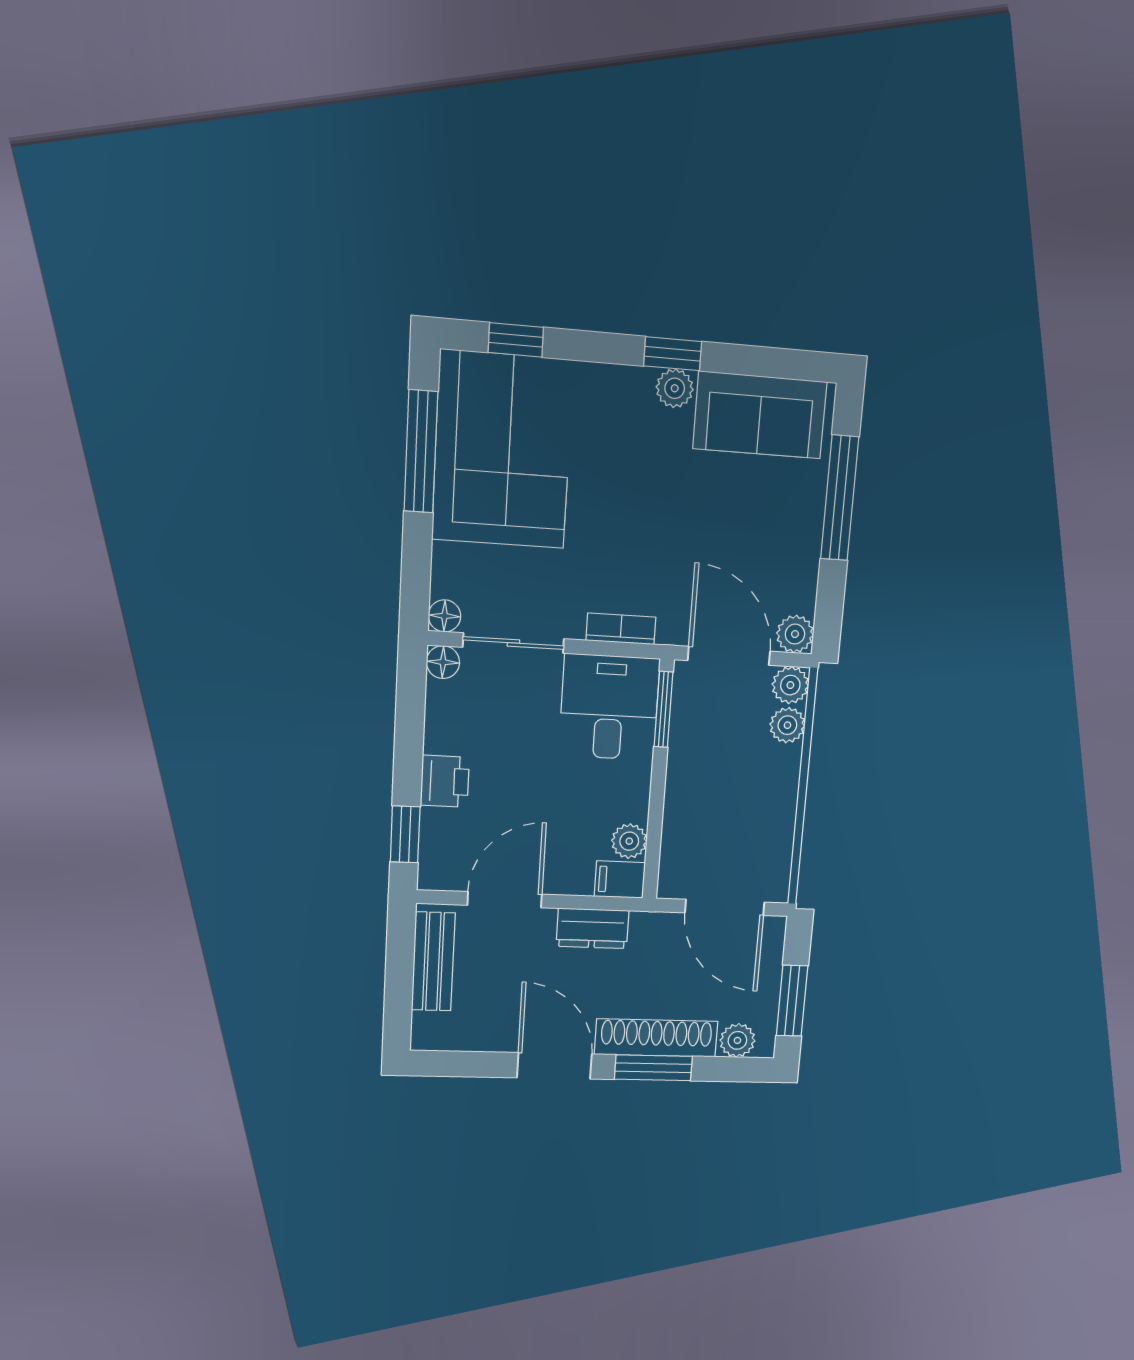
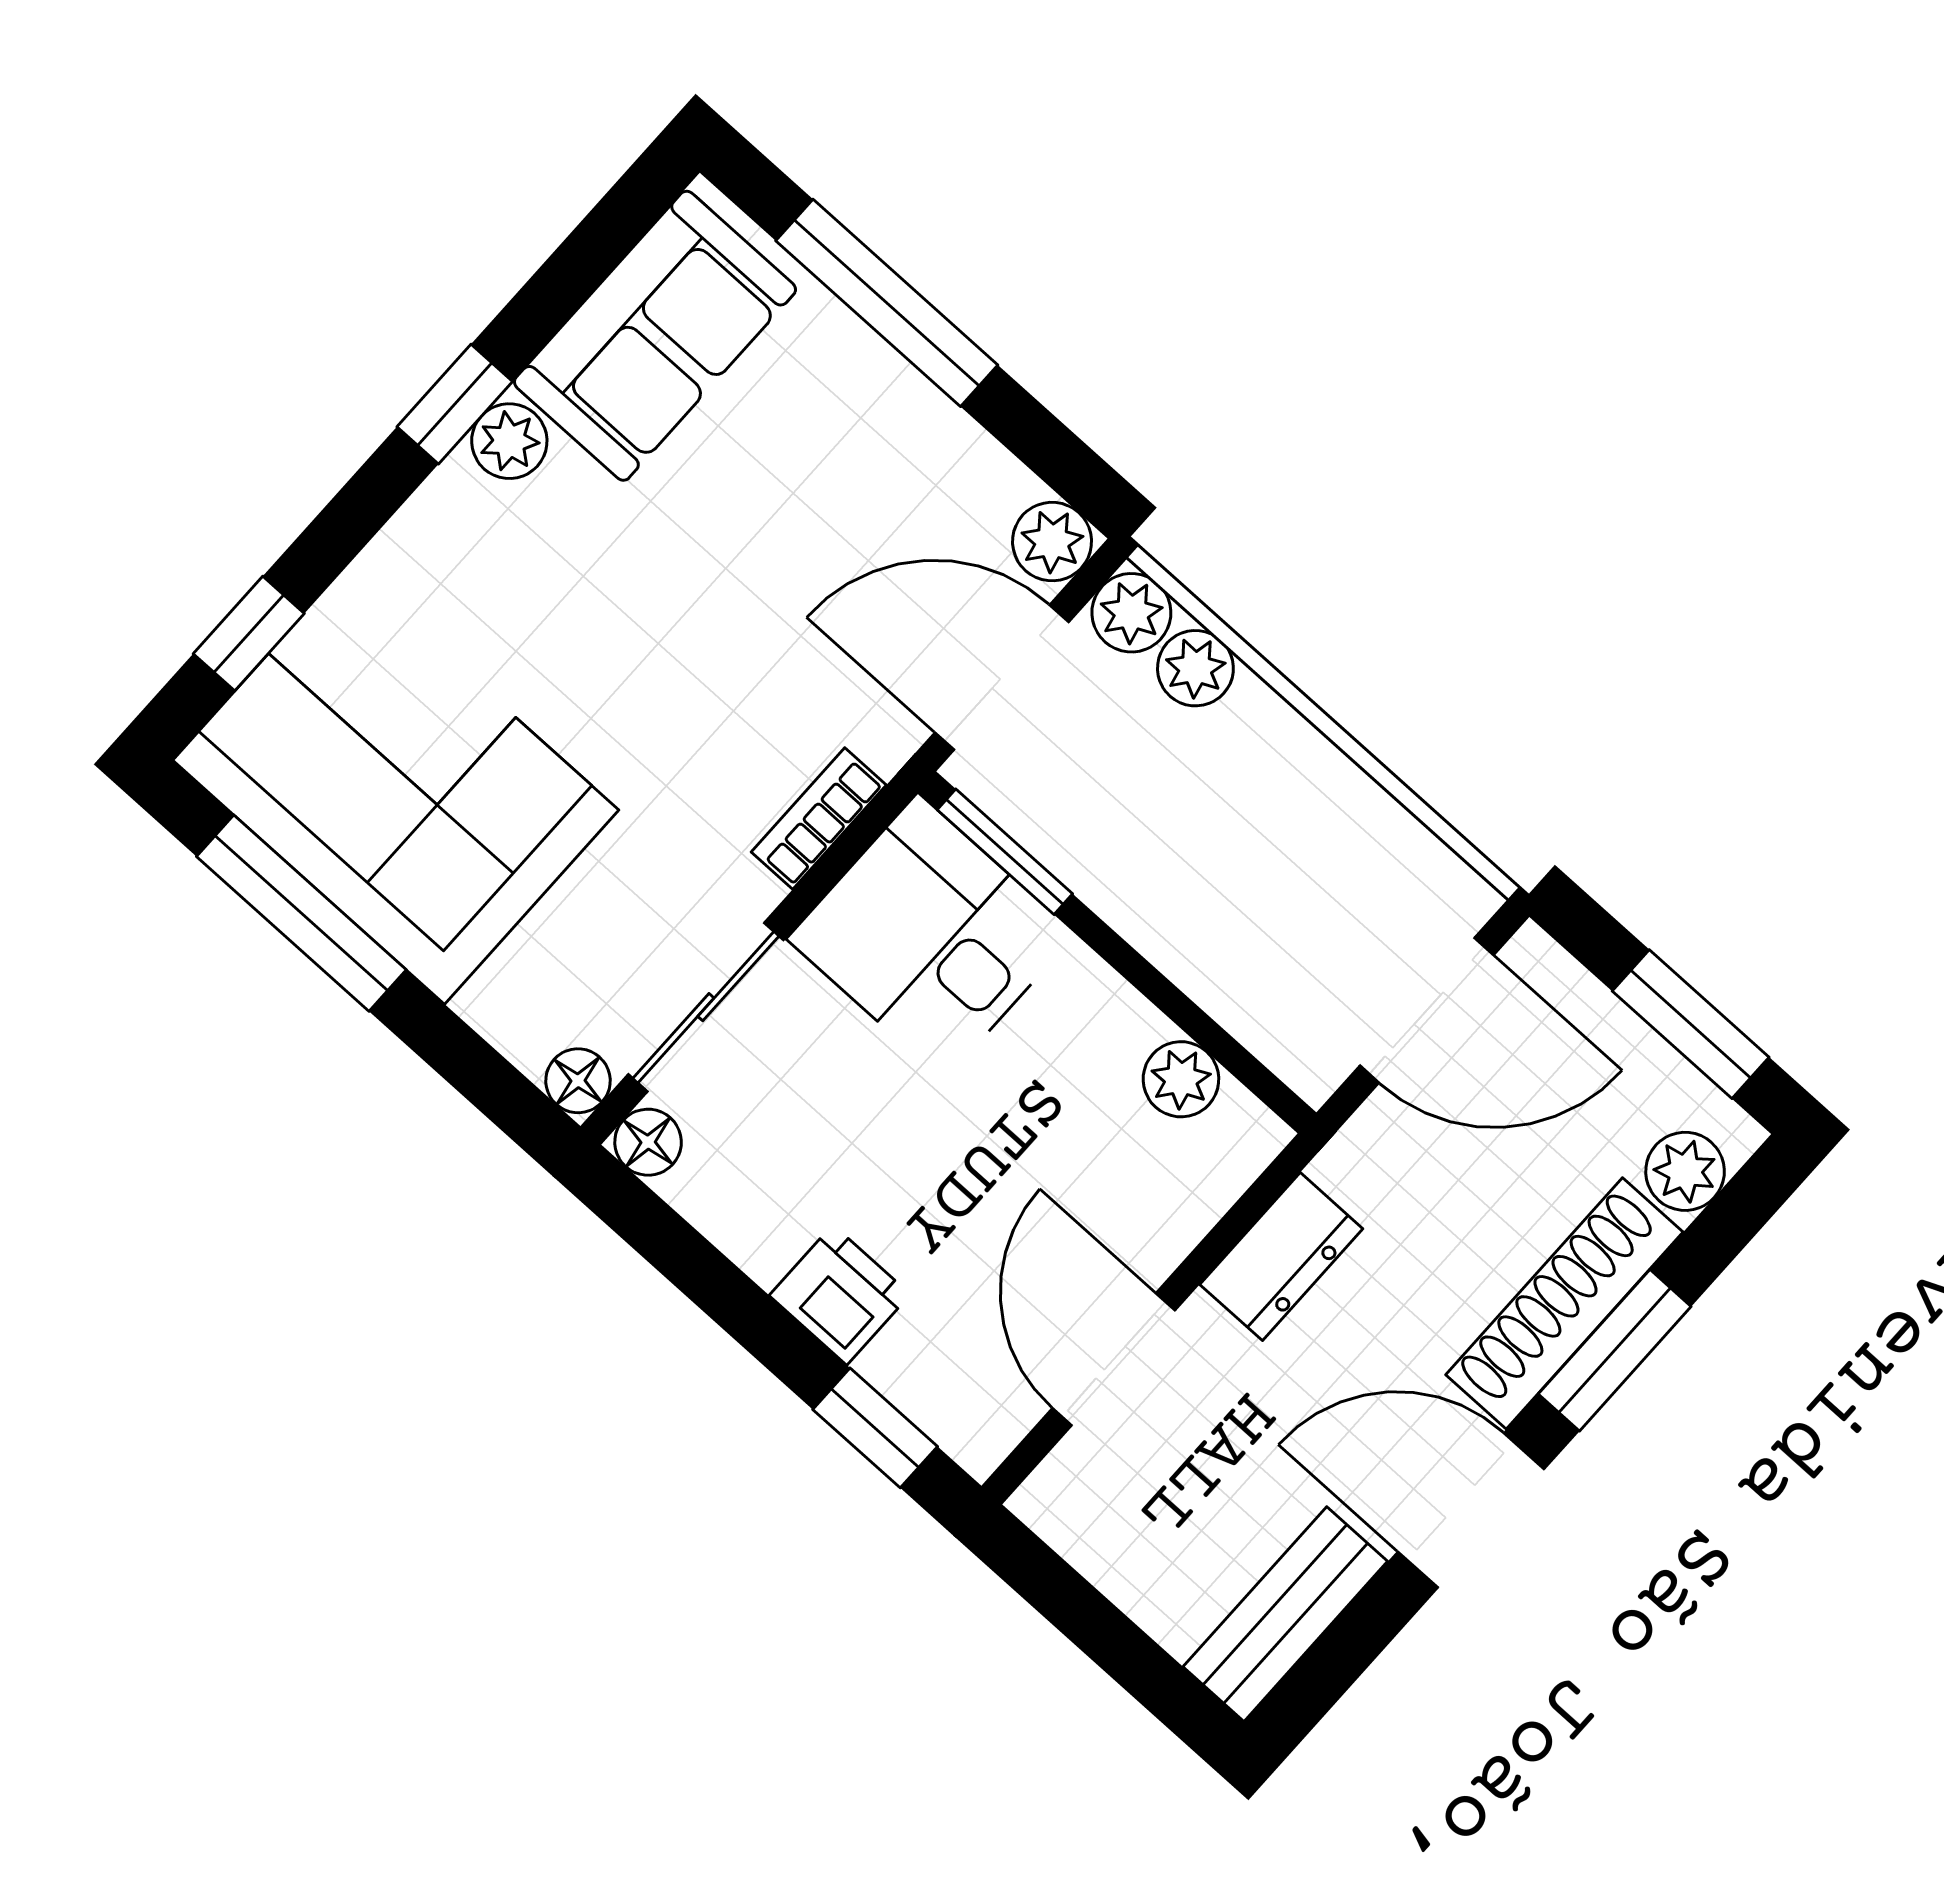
filing cabinet: (620, 880) -> (1234, 1146), removed
bench: (433, 962) -> (1285, 1614), moved, turned 90

